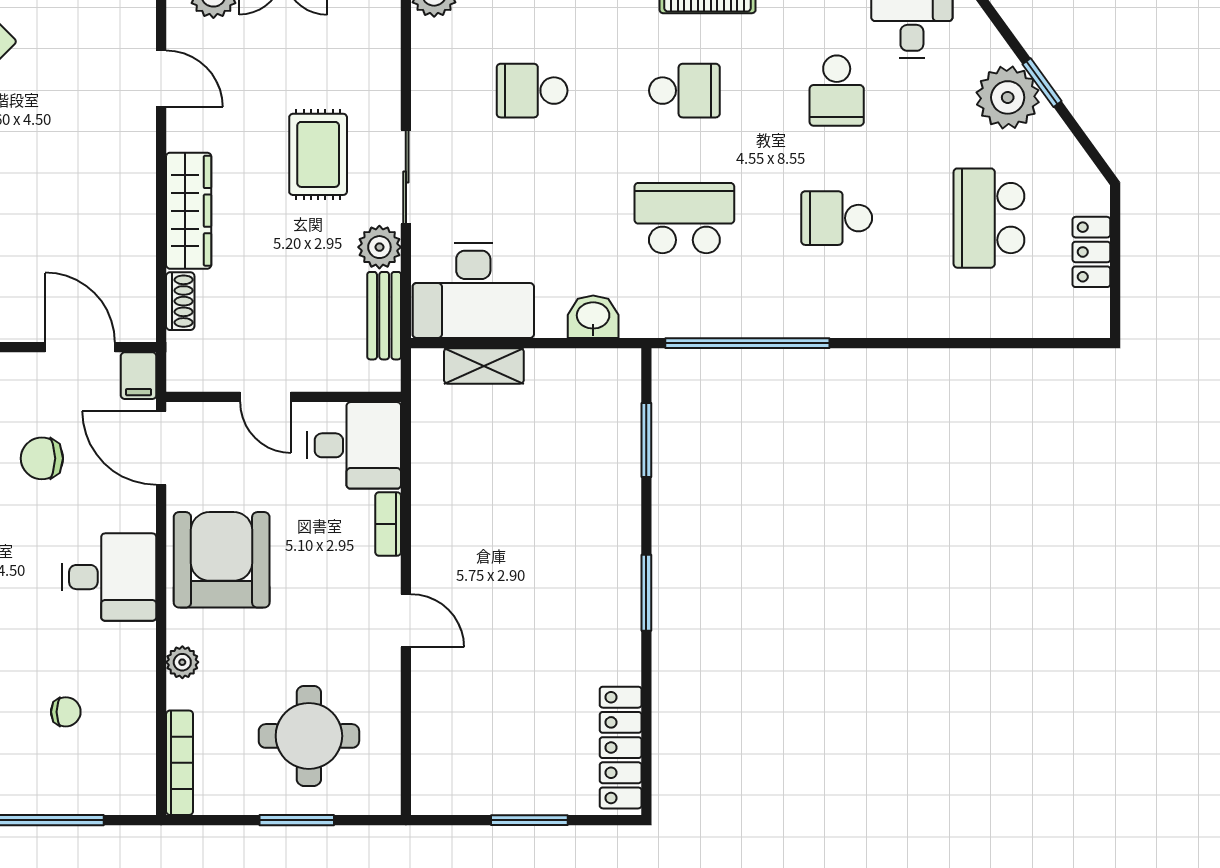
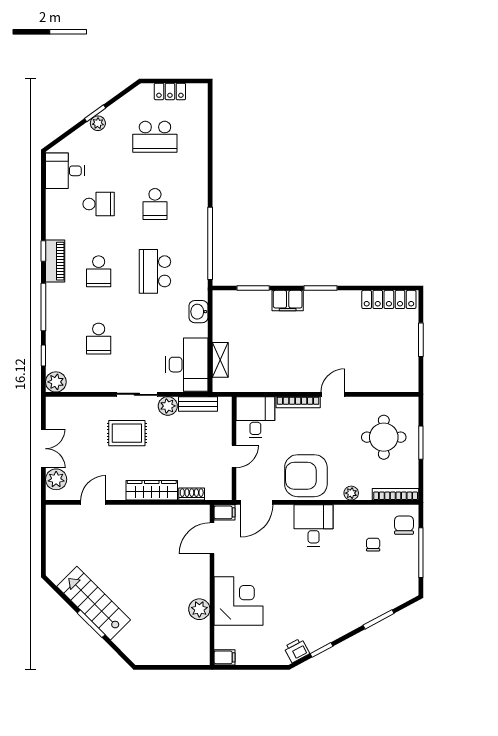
school desk: (684, 91) -> (99, 271), turned 180
plant: (1008, 97) -> (98, 123), width x0.53, depth x0.53
chair: (42, 458) -> (404, 525), moved, turned 180
filing cabinet: (618, 518) -> (288, 301), added
bookcase: (388, 524) -> (298, 402), width x1.56

